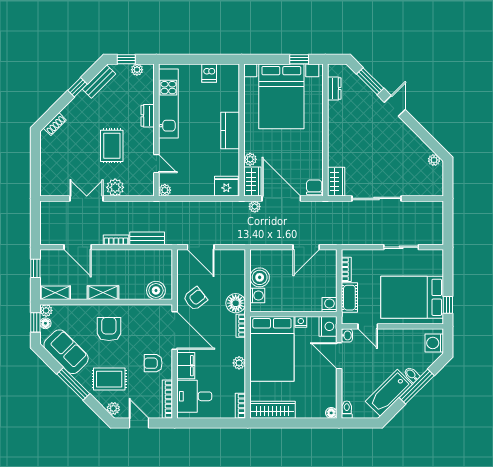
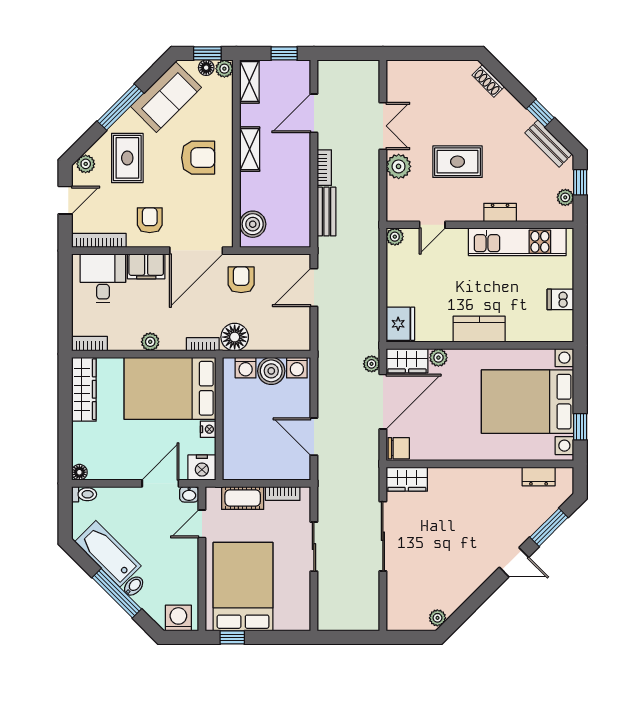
sliding door: (401, 247) -> (314, 547), moved
armchair: (195, 299) -> (241, 280), turned -142
washing machine: (329, 305) -> (297, 368), moved, turned 90

